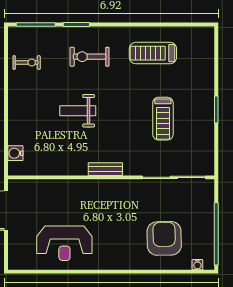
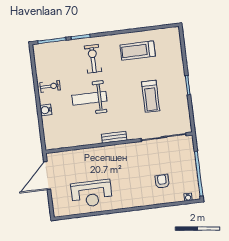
exercise bike: (90, 57) -> (93, 59), turned 90
exercise bike: (27, 62) -> (50, 86), moved
weight bench: (78, 111) -> (89, 98), width x1.36, depth x1.33
water cooler: (15, 153) -> (46, 110), moved
armchair: (164, 238) -> (162, 181), width x0.53, depth x0.53

